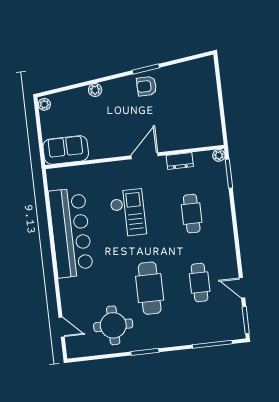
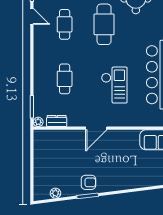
plant: (95, 90) -> (55, 193), moved
dresser: (180, 161) -> (57, 121), moved
checkout: (128, 213) -> (114, 85), turned 180

